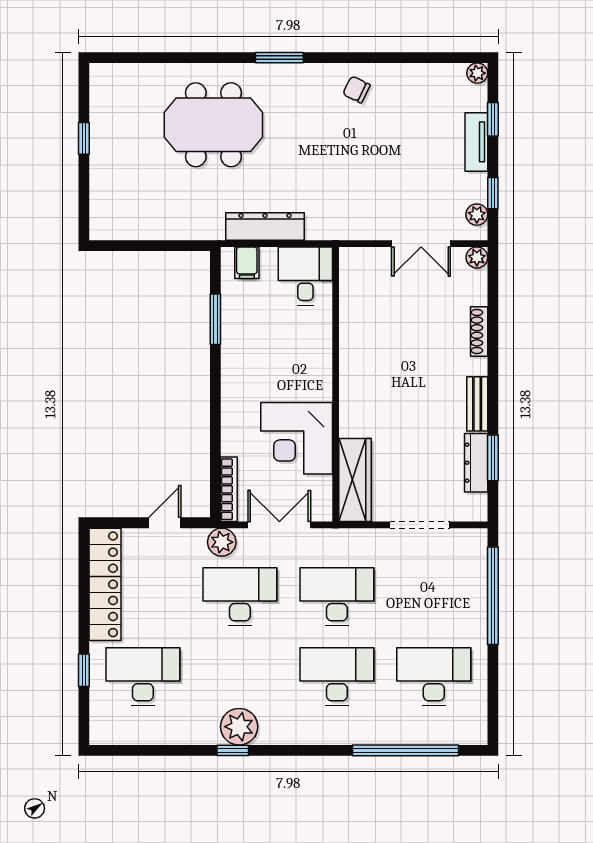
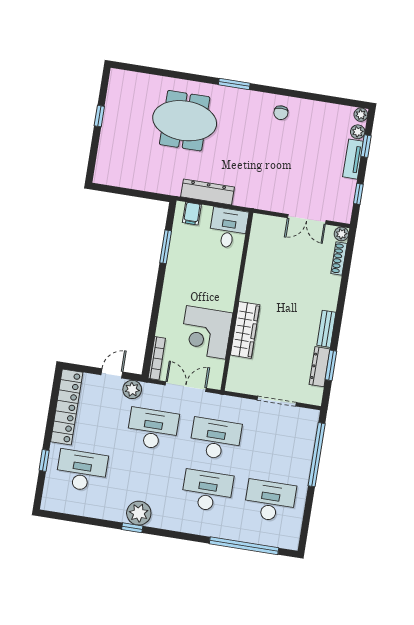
chair: (356, 89) -> (281, 113), turned -116
plant: (477, 215) -> (358, 132), moved
shoe rack: (479, 331) -> (339, 259), moved
wardrobe: (355, 480) -> (245, 330), moved
plant: (222, 542) -> (132, 389), moved

